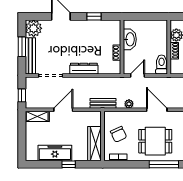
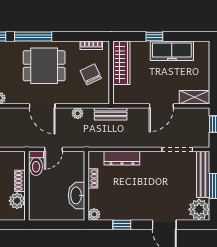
plant: (116, 24) -> (94, 214), added
dresser: (84, 69) -> (122, 158), moved
door: (138, 75) -> (54, 149), moved

